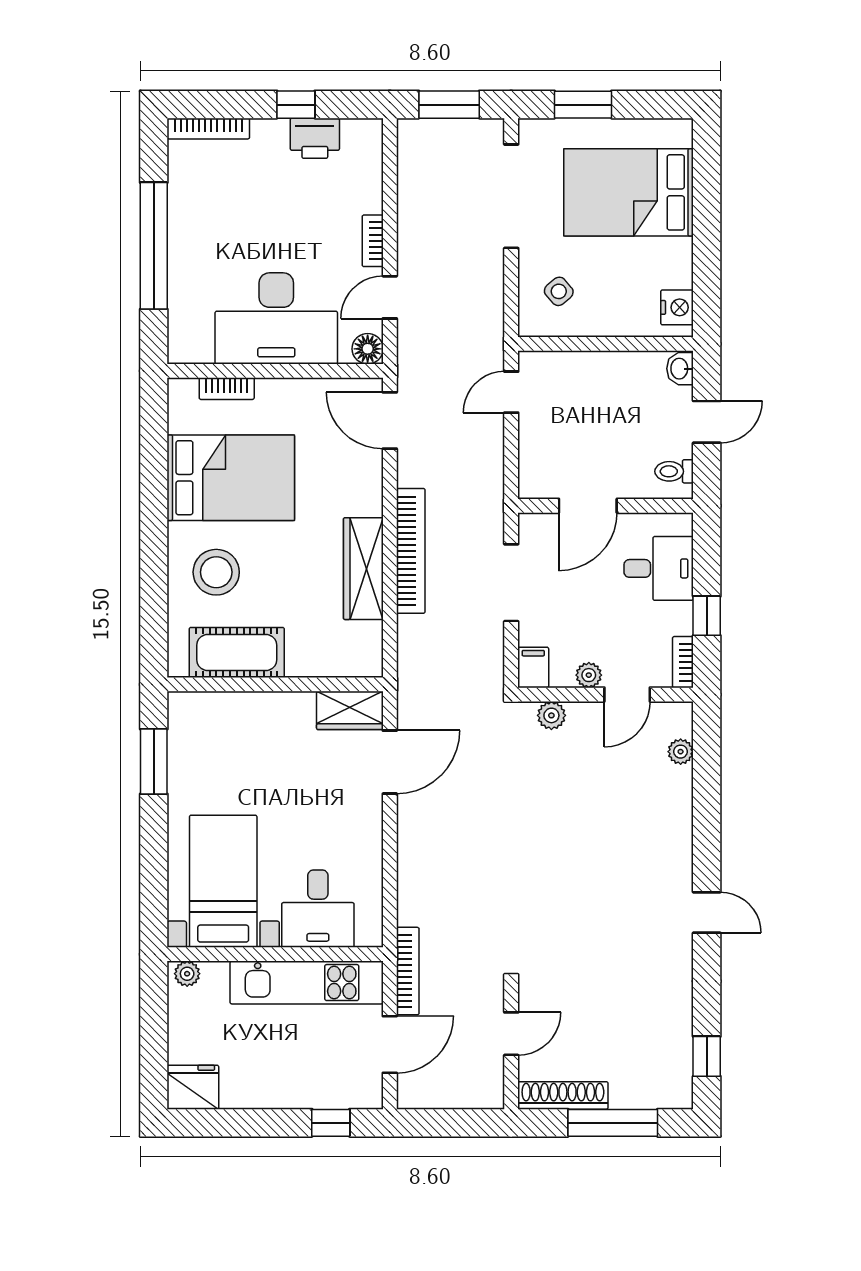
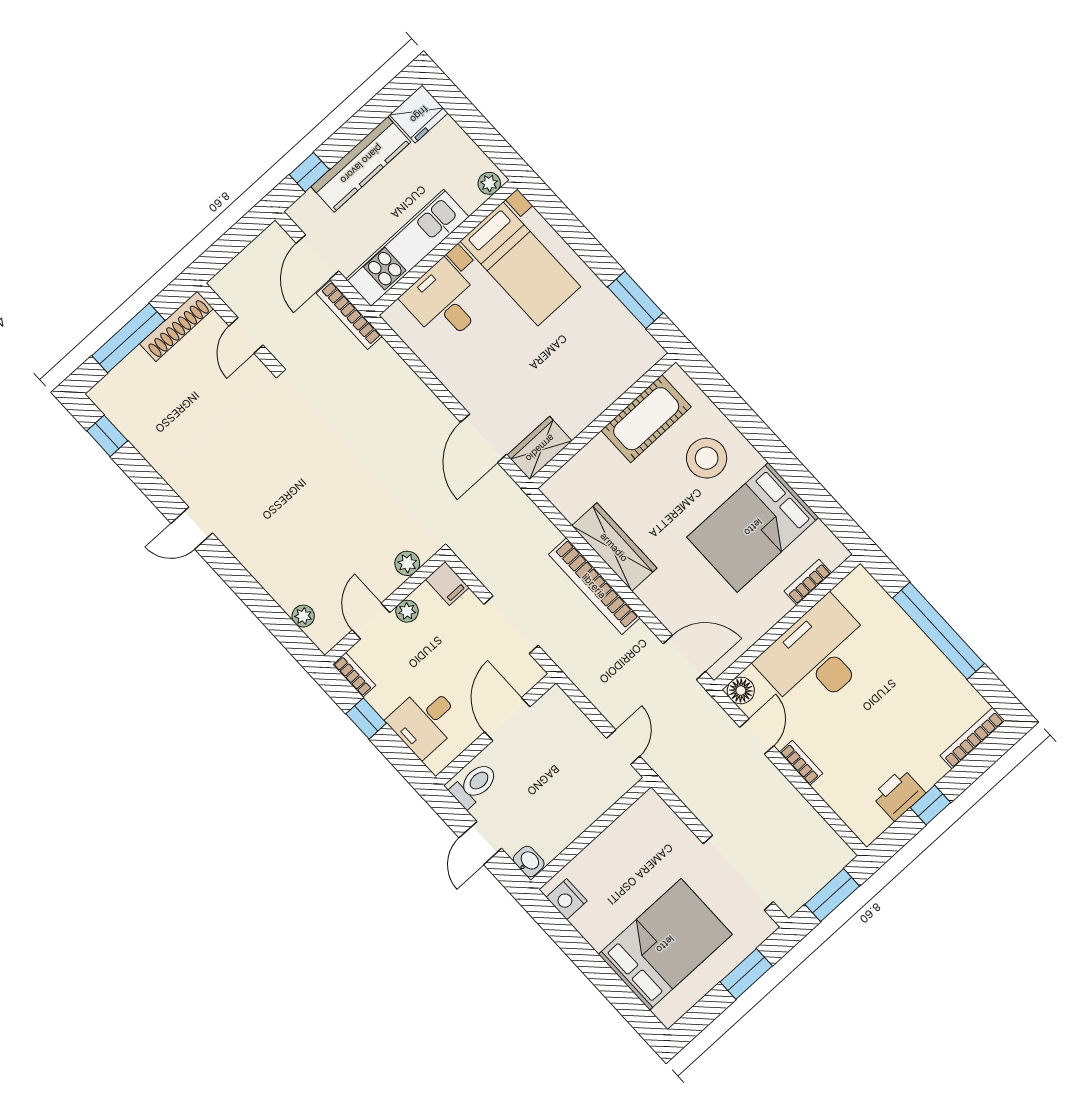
side table: (559, 291) -> (652, 840), removed
toilet: (674, 471) -> (474, 785), width x1.37, depth x1.39
kitchen counter: (281, 1089) -> (361, 164), added

